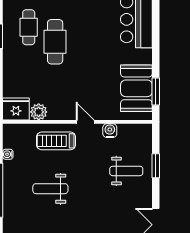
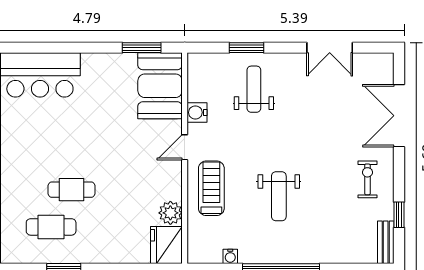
cafe table: (55, 42) -> (71, 190), width x0.73, depth x0.74
booth: (136, 88) -> (160, 86), moved, turned 90
treadmill: (56, 141) -> (211, 188), turned 180

